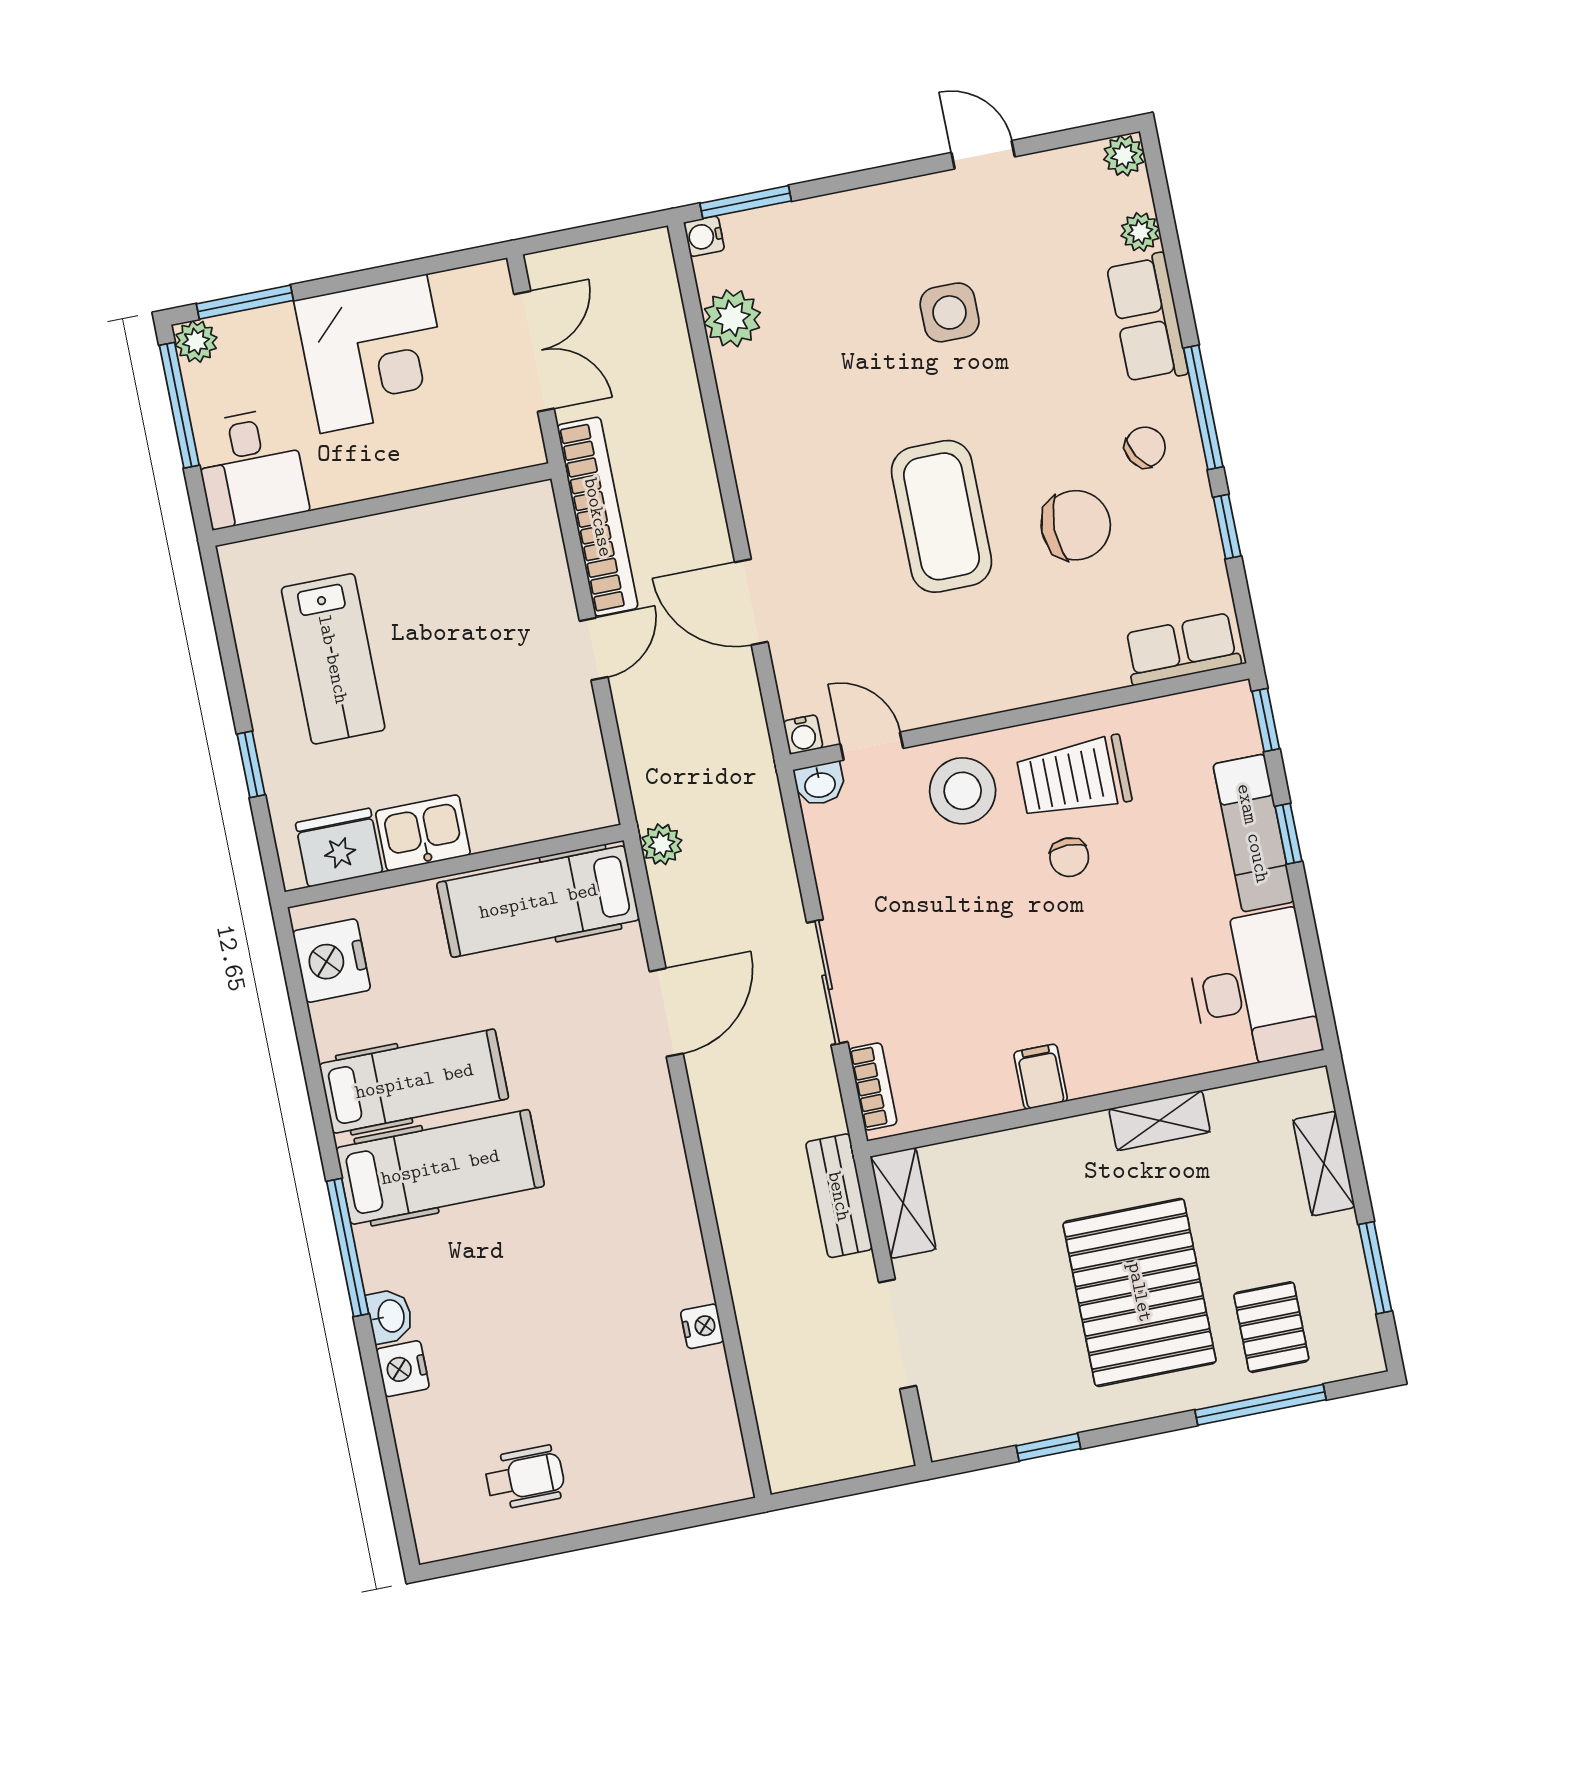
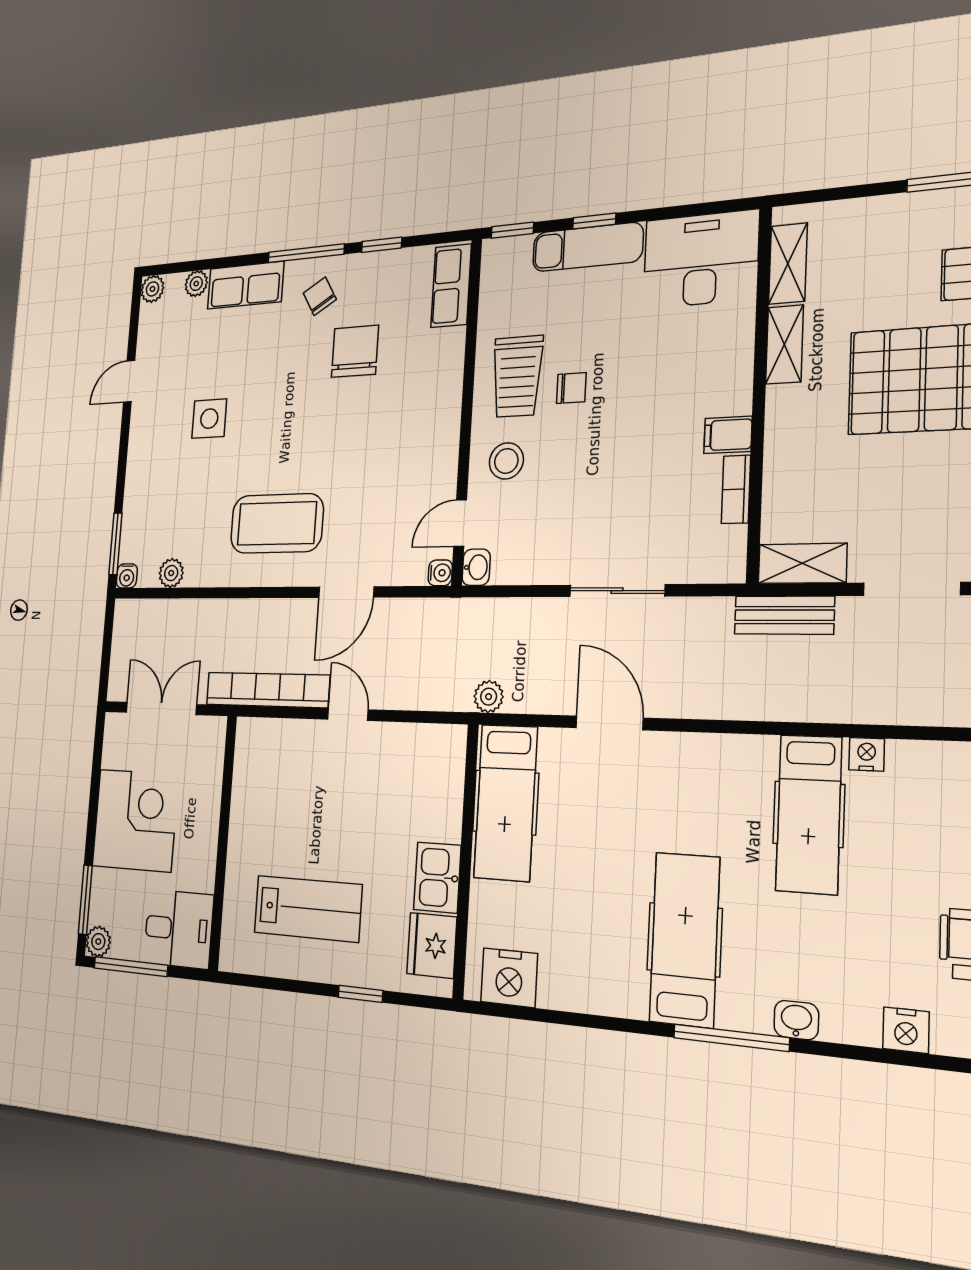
plant: (732, 318) -> (171, 573), width x0.73, depth x0.73
coffee table: (942, 516) -> (277, 523), moved
stool: (963, 791) -> (506, 461), width x0.73, depth x0.73
hospital bed: (414, 1081) -> (809, 814), moved, turned 180
bookcase: (873, 1086) -> (736, 489), moved, turned -90
shelving: (1324, 1164) -> (788, 264), moved, turned 90
nightstand: (403, 1369) -> (906, 1030), moved

